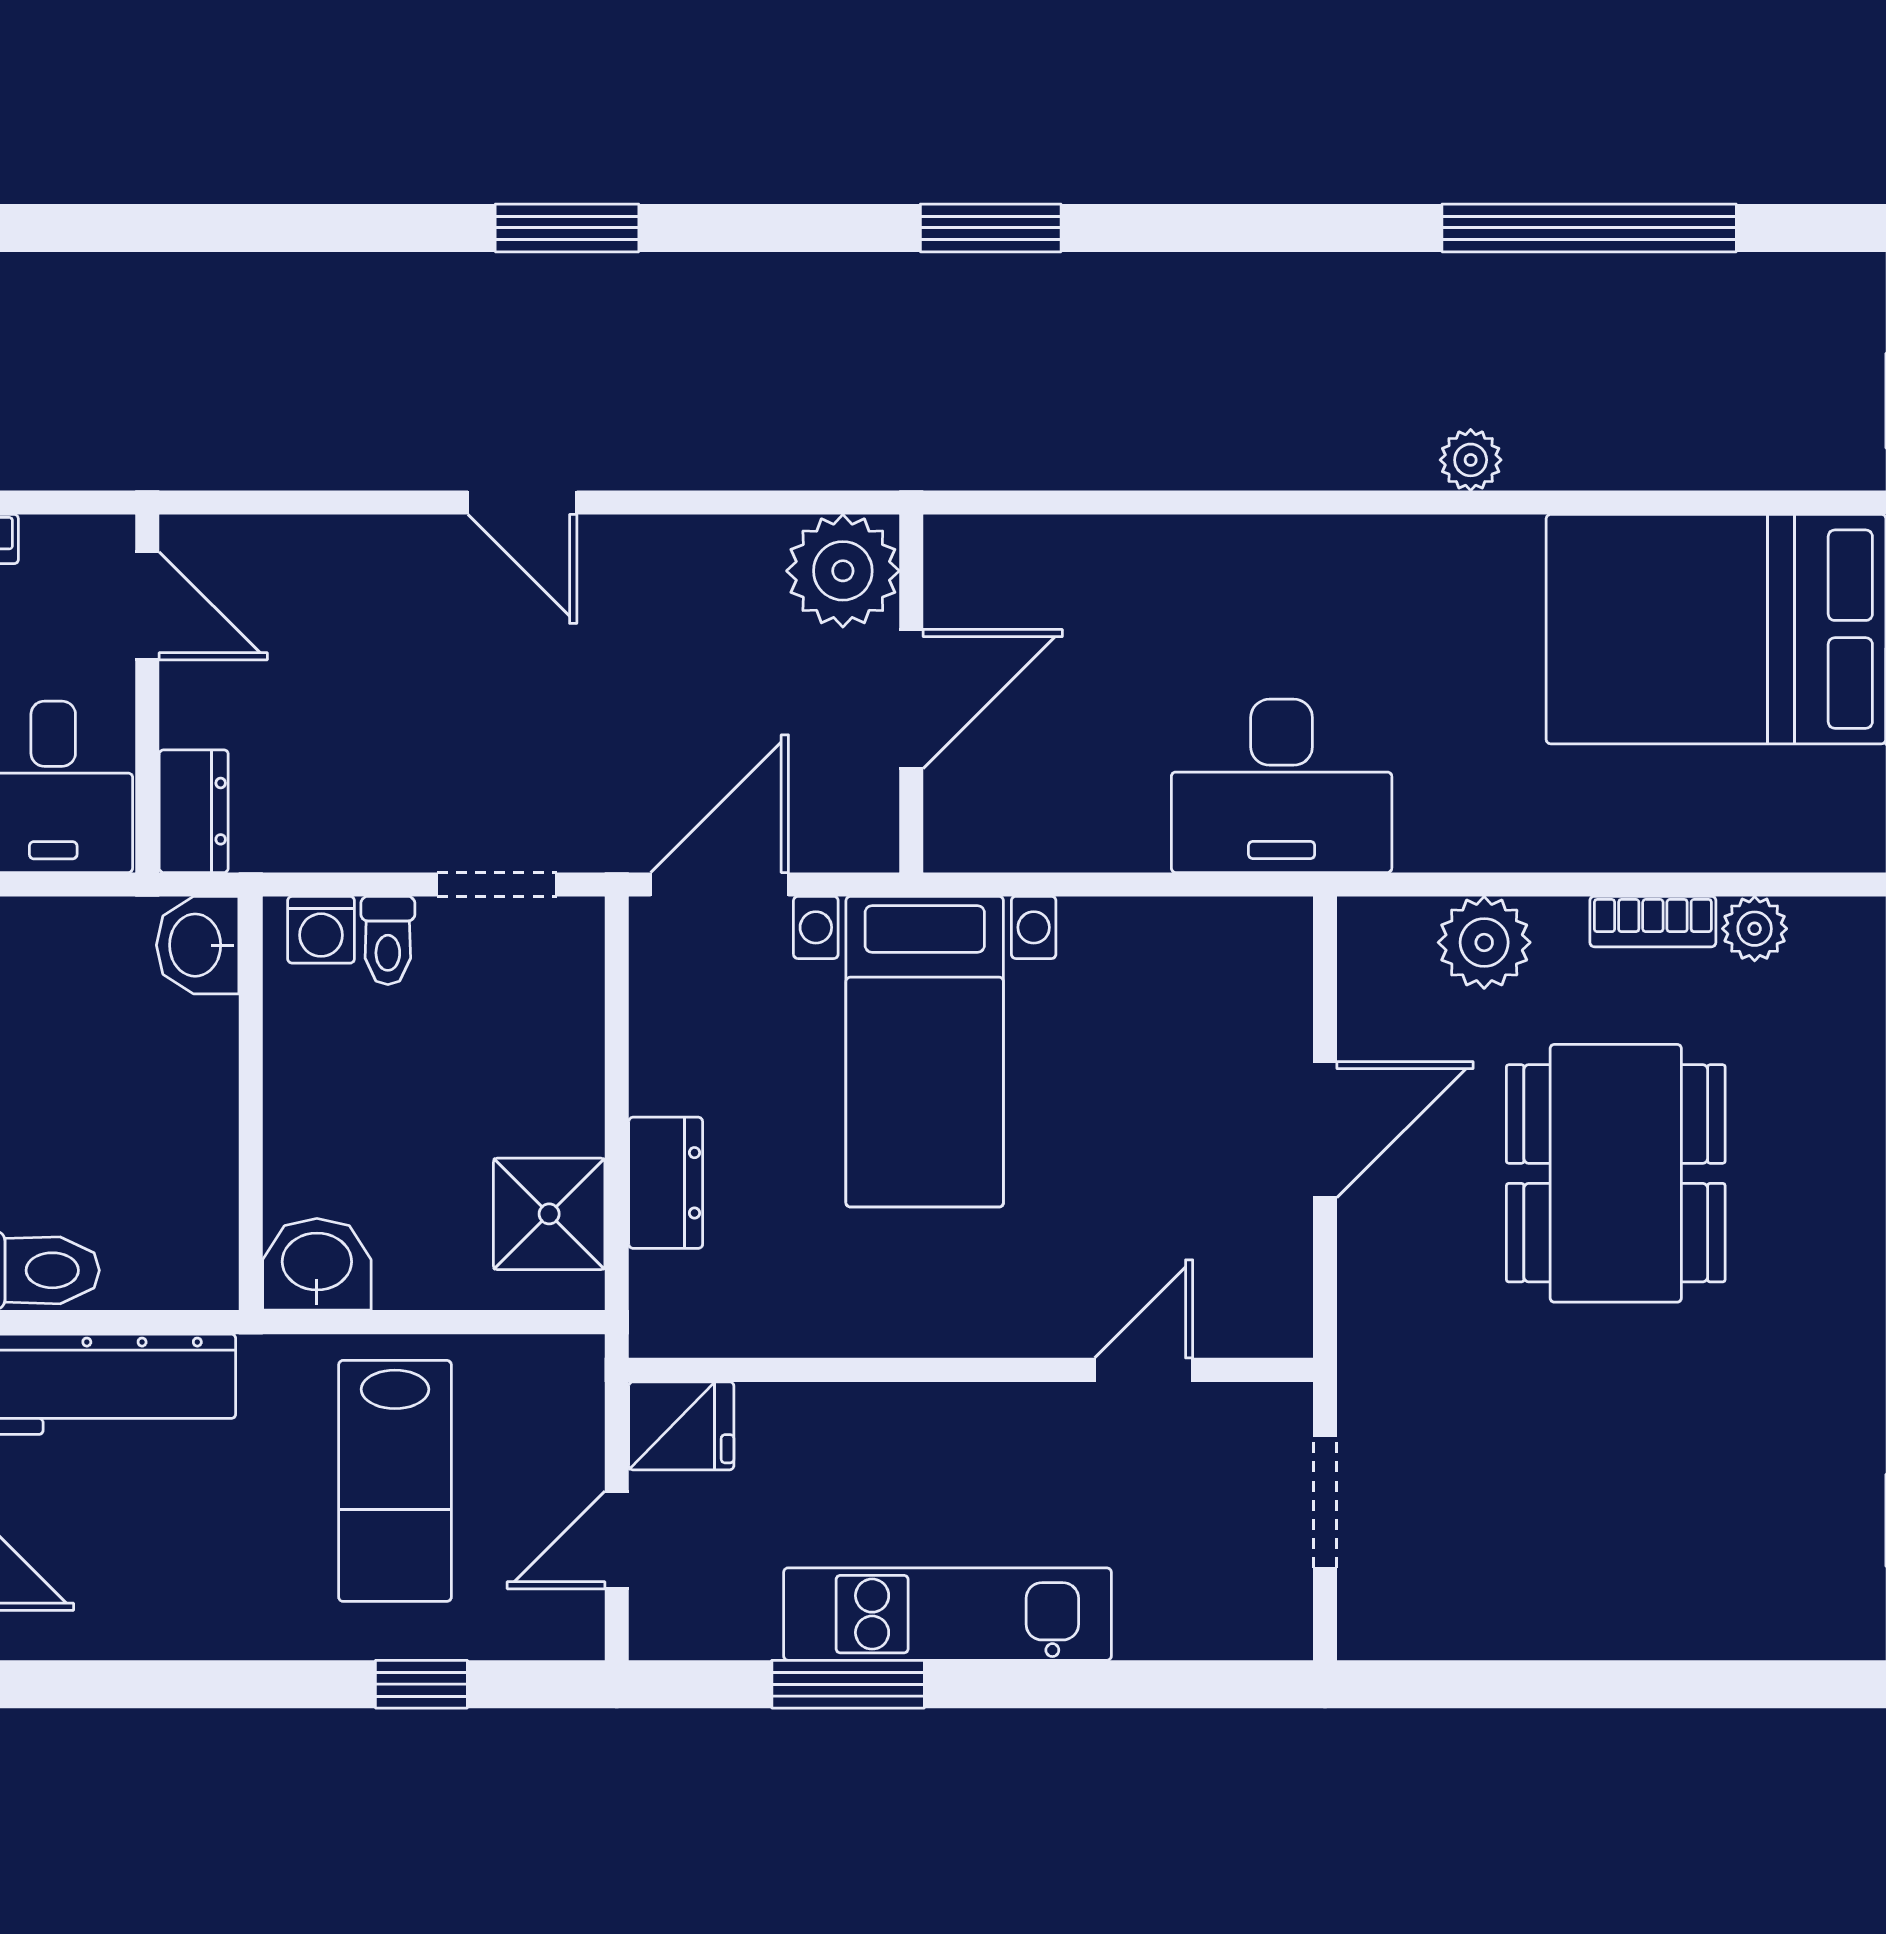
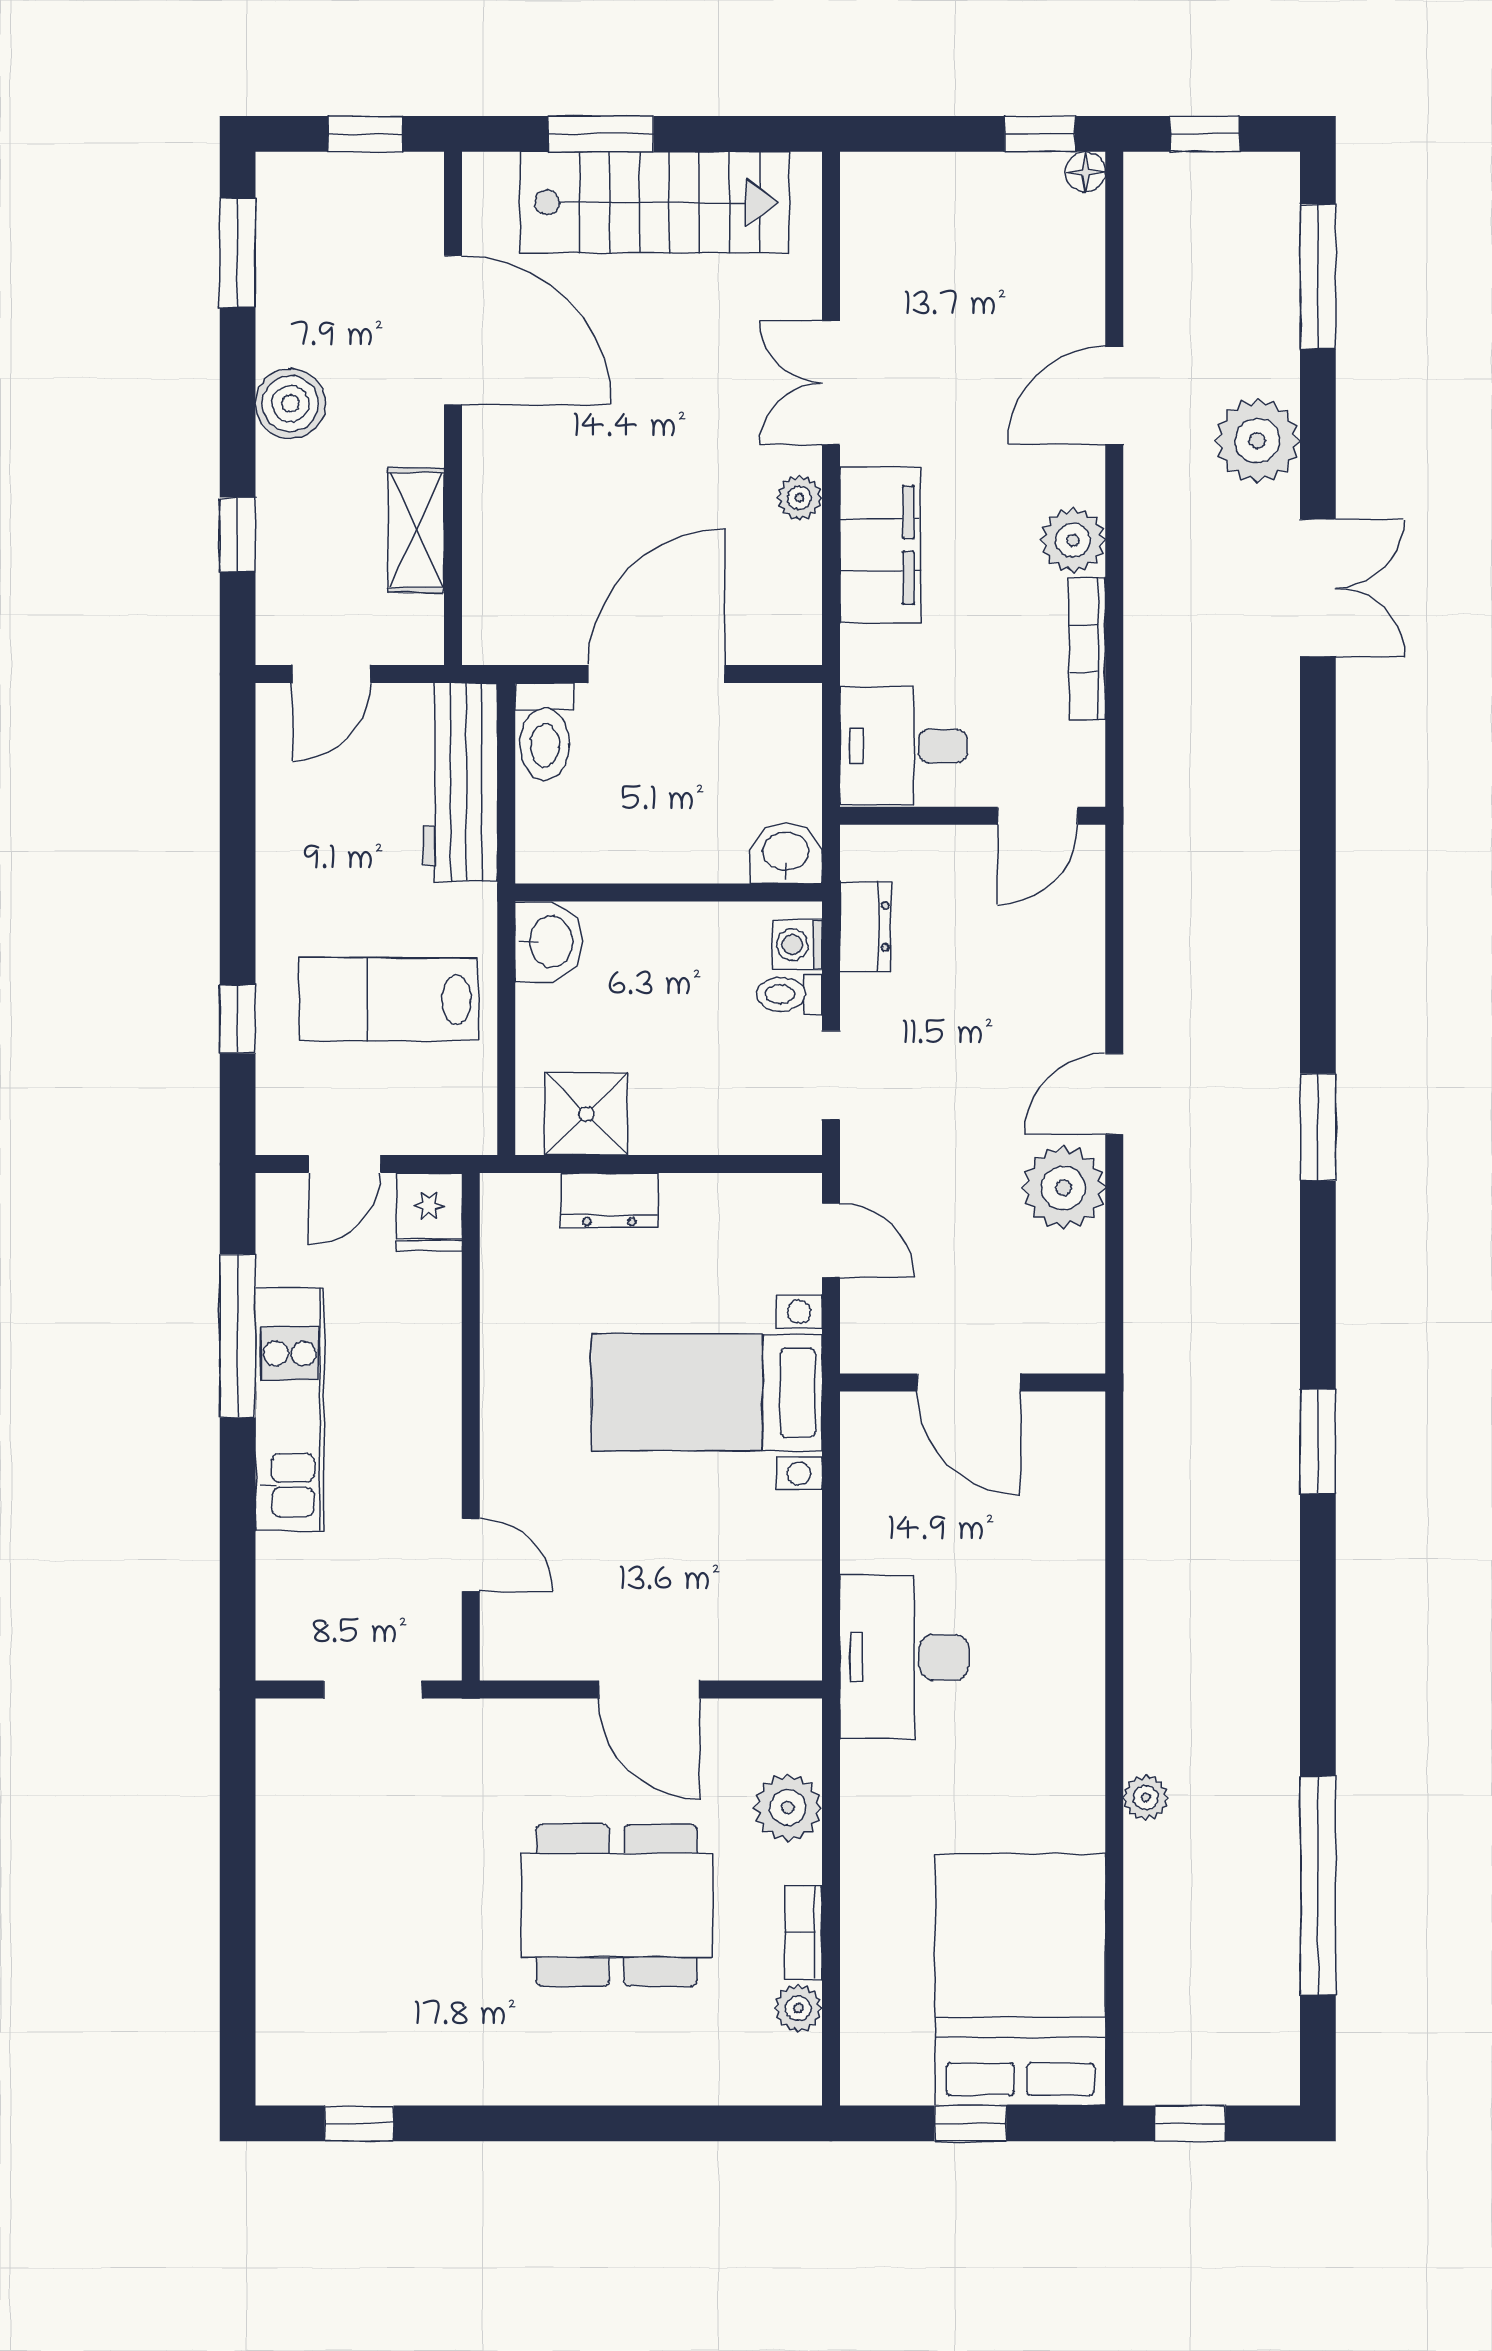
plant: (843, 571) -> (1064, 1188), moved
dresser: (194, 811) -> (865, 927), moved, turned -90
door: (720, 884) -> (831, 1240), width x0.73
door: (617, 1540) -> (344, 1164), swing flipped
window: (848, 1684) -> (238, 1336), width x1.44

